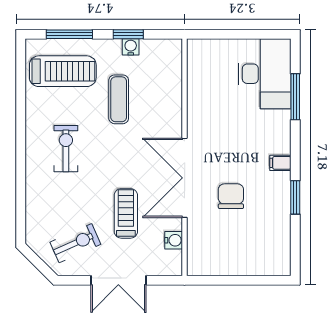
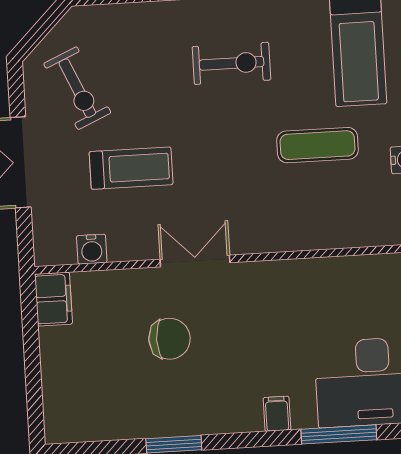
filing cabinet: (280, 163) -> (277, 414), moved
double door: (185, 178) -> (195, 261), width x0.54
filing cabinet: (203, 265) -> (53, 299), added

